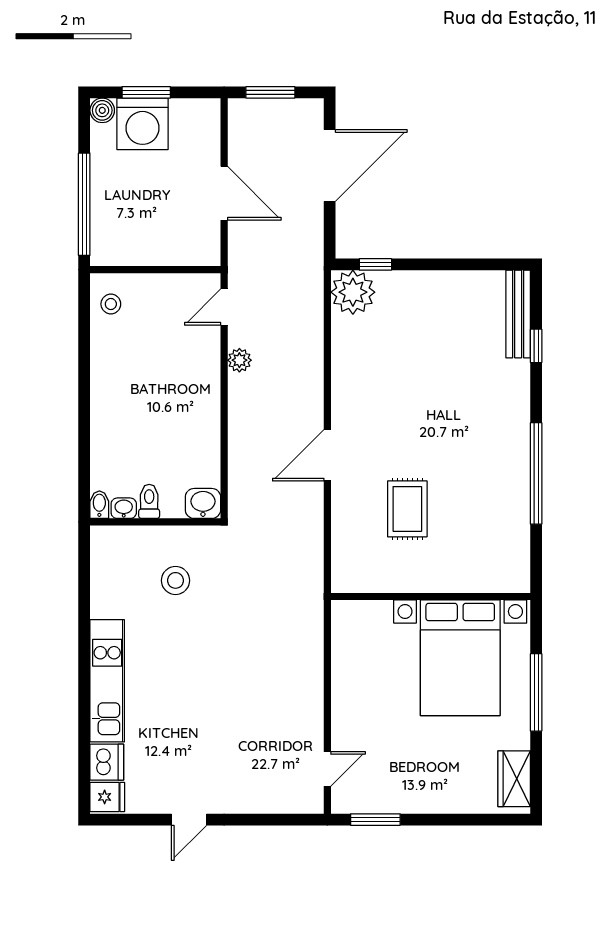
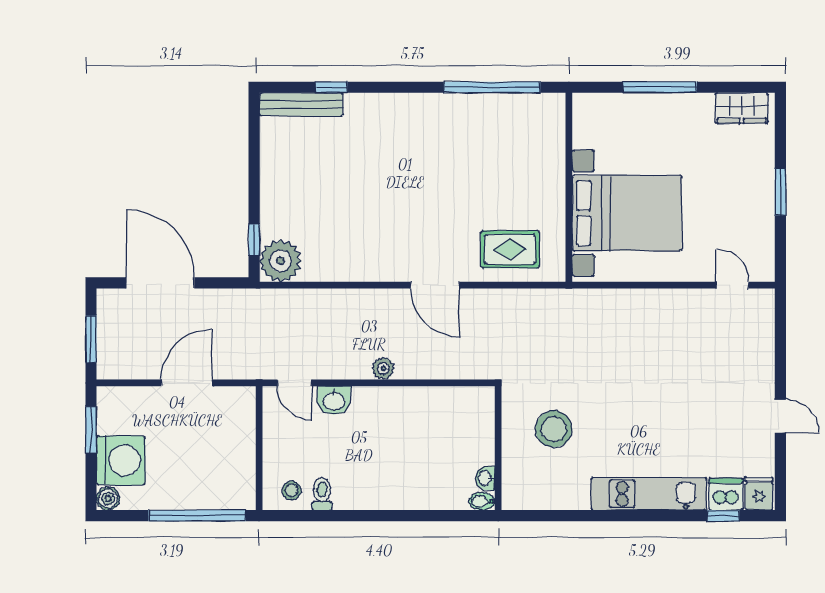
window: (146, 92) -> (91, 430), moved
plant: (239, 360) -> (383, 368), moved
window: (536, 473) -> (492, 87), moved
toilet: (149, 501) -> (322, 494), moved, turned 90
washbasin: (203, 503) -> (334, 400), moved, turned -90
rug: (407, 509) -> (510, 249), moved
stool: (176, 580) -> (554, 429), width x1.38, depth x1.38
bed with nightstands: (460, 658) -> (627, 213), moved
window: (84, 759) -> (723, 516), added
window: (375, 820) -> (780, 192), moved

